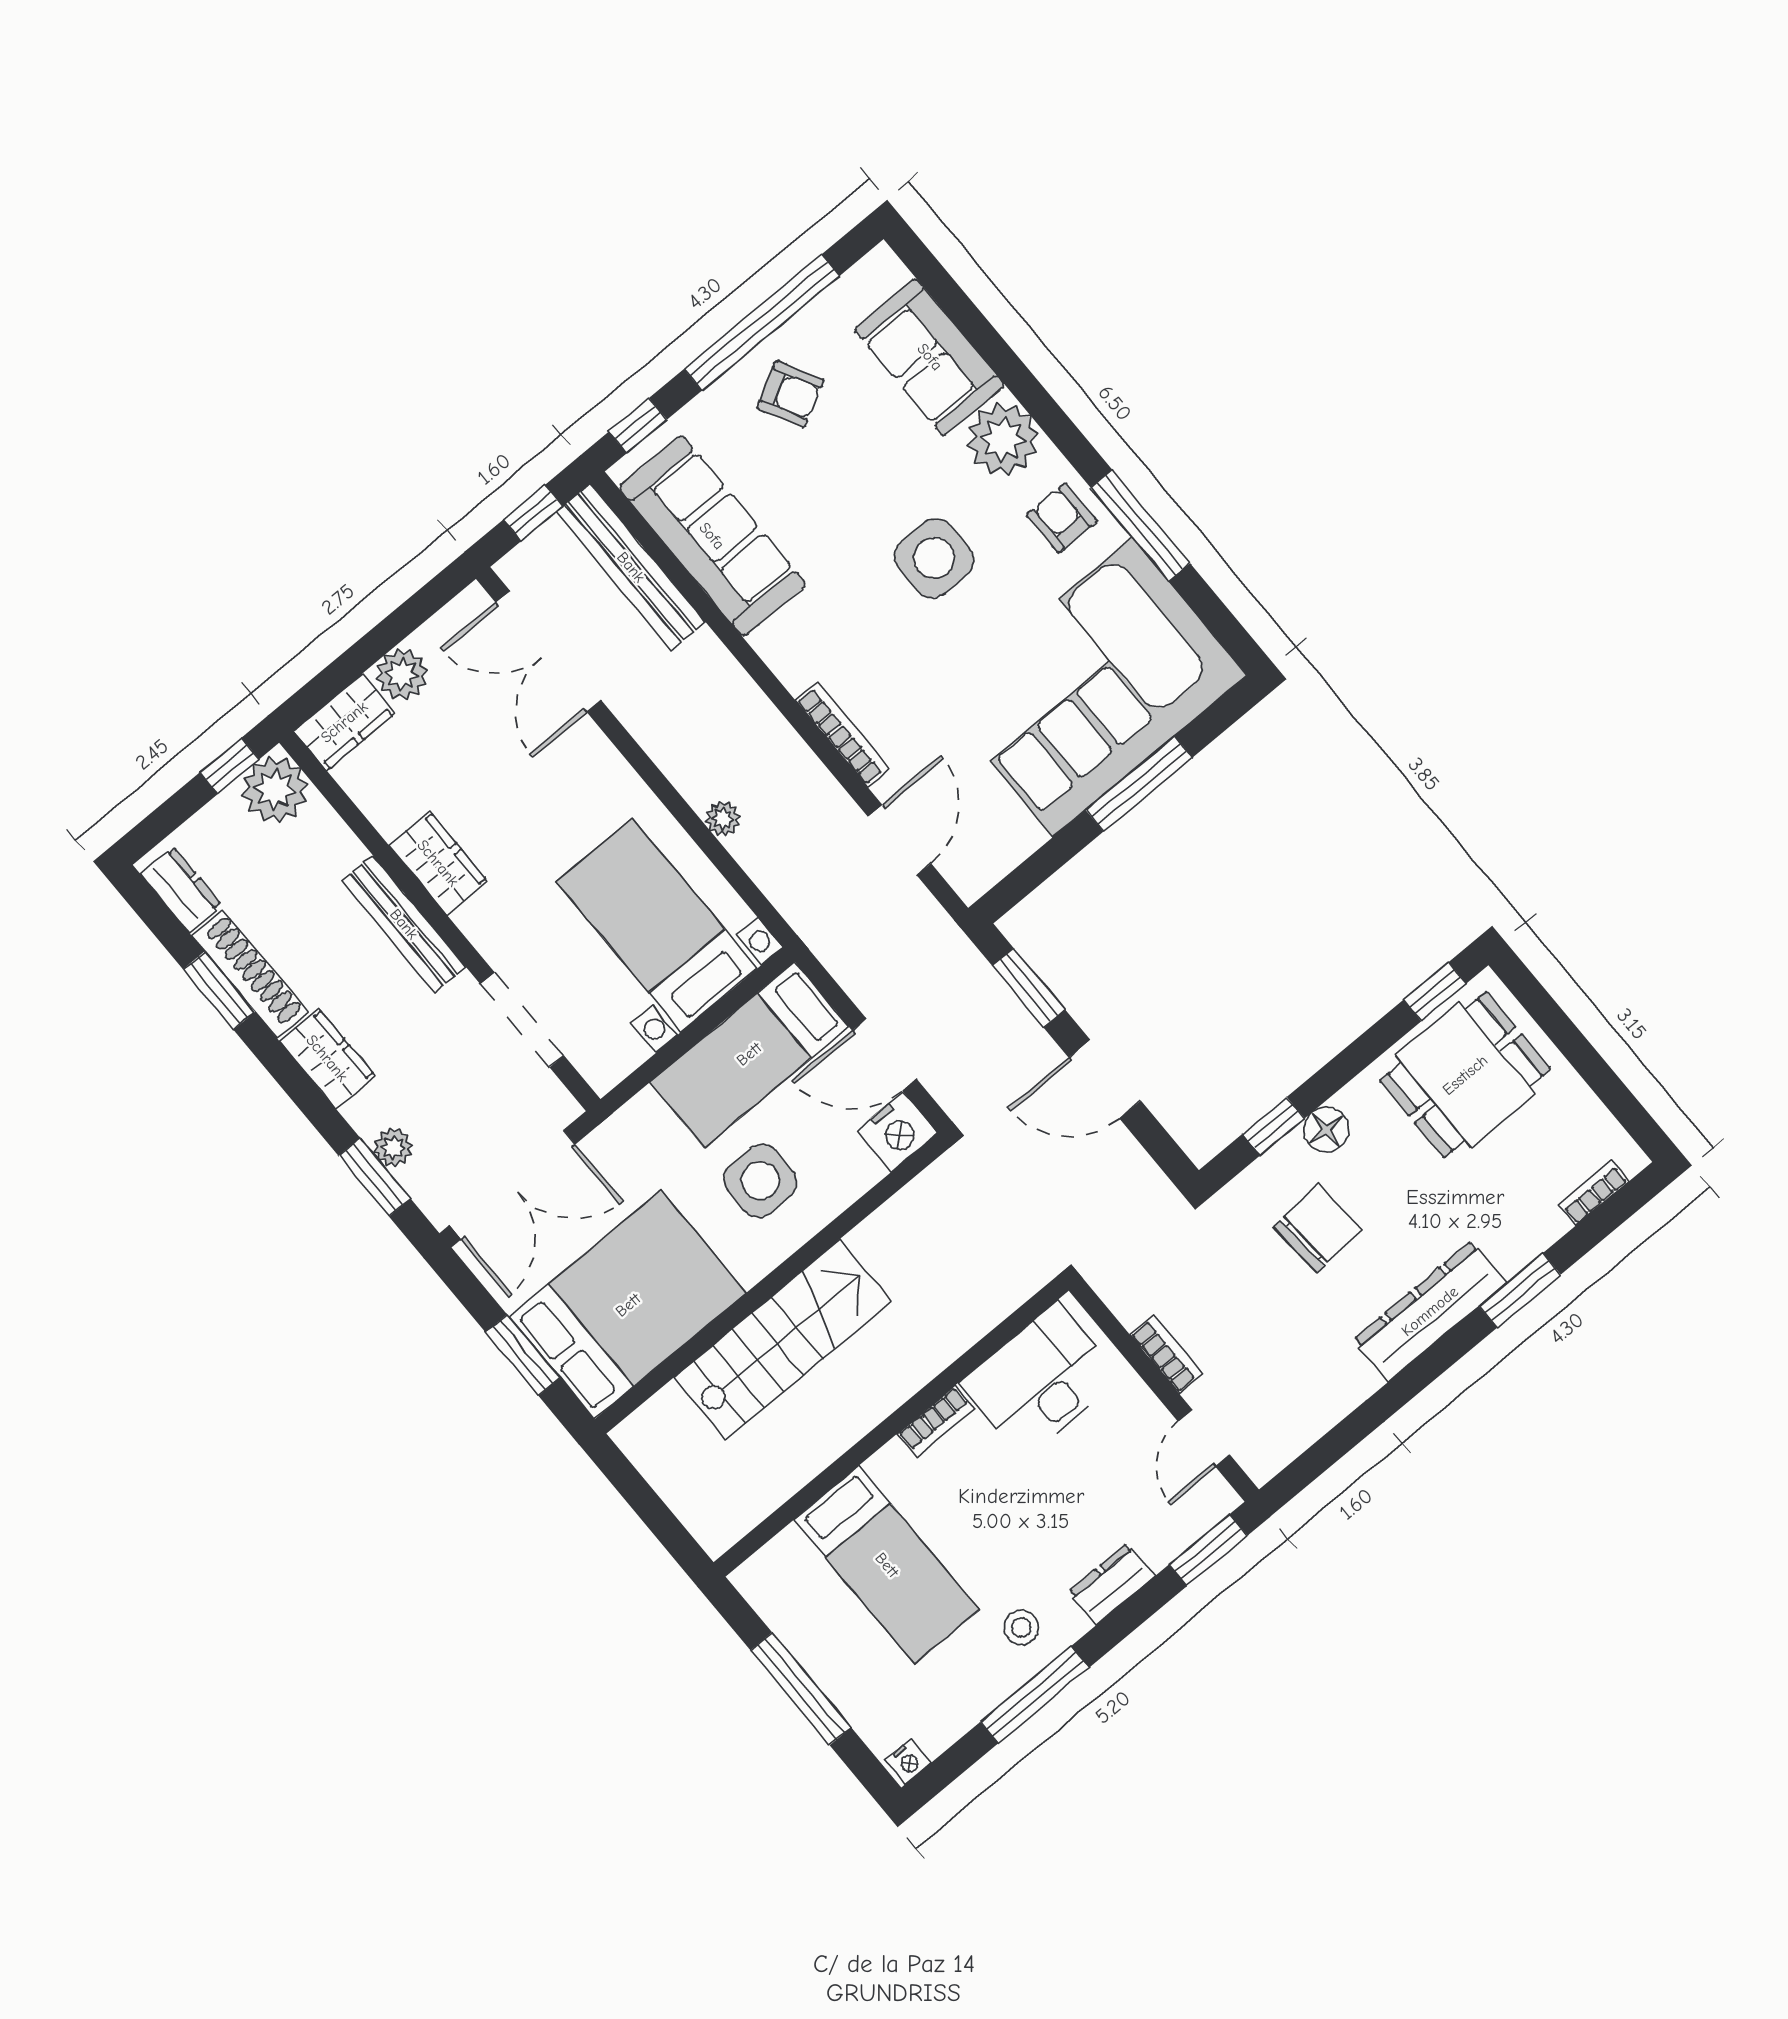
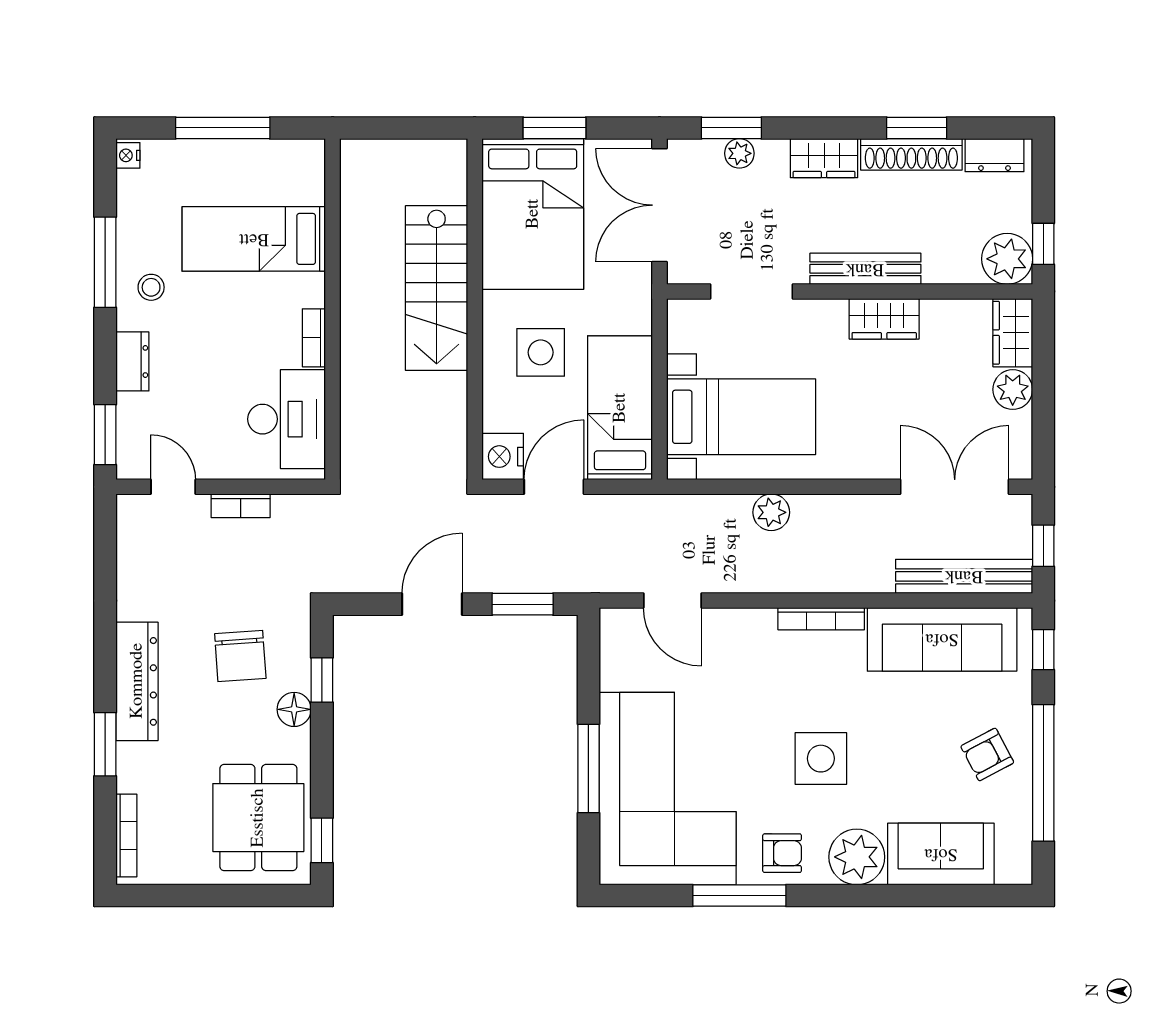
bookcase: (843, 734) -> (821, 619), moved
plant: (723, 819) -> (771, 512), width x1.38, depth x1.38
bookcase: (1594, 1193) -> (126, 836), width x1.56

